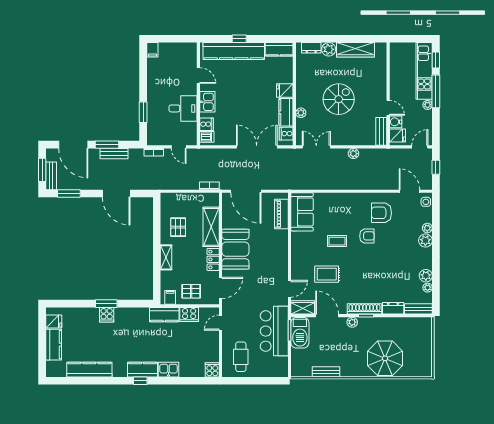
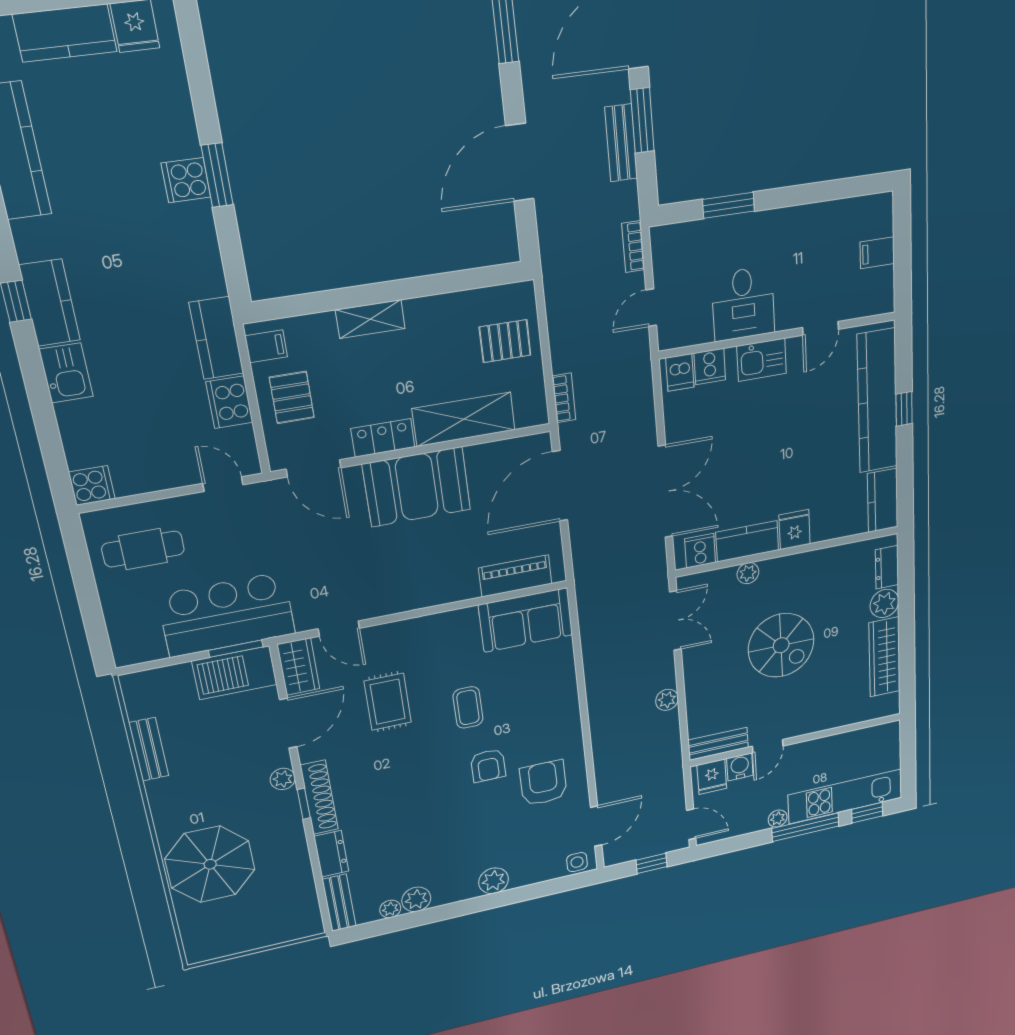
filing cabinet: (152, 50) -> (877, 253), moved
pallet: (178, 227) -> (505, 341), moved
plant: (427, 228) -> (521, 878), removed

